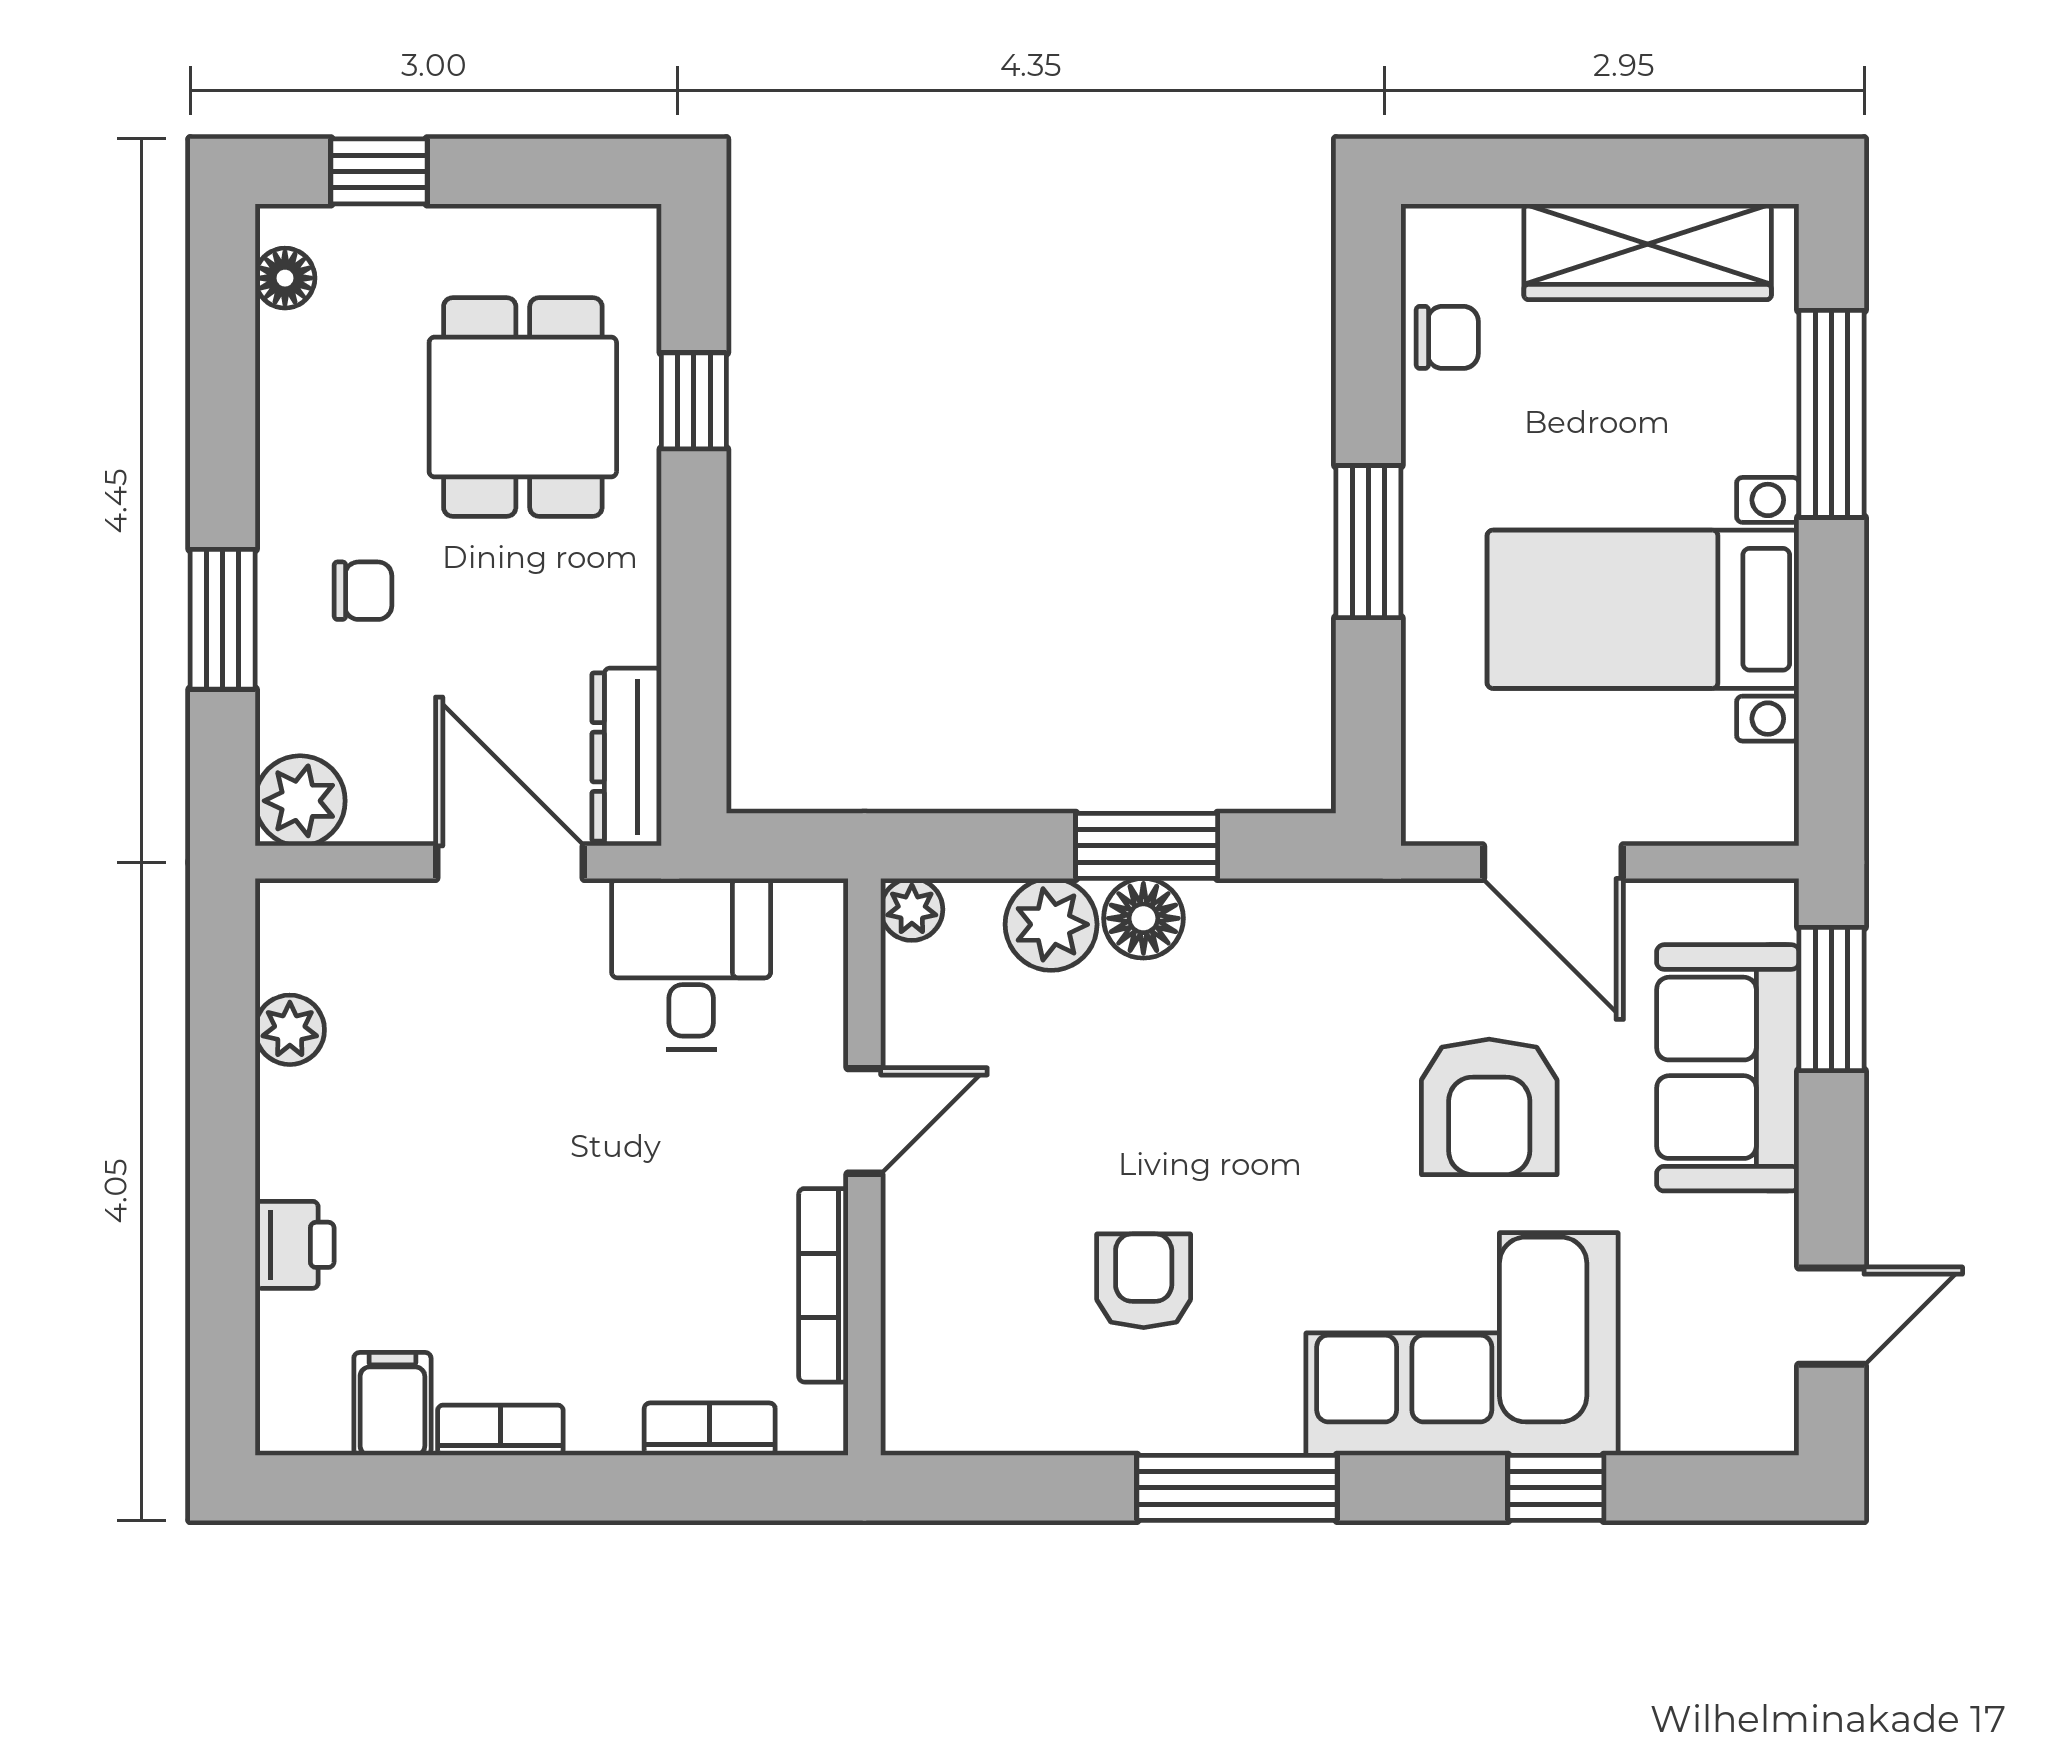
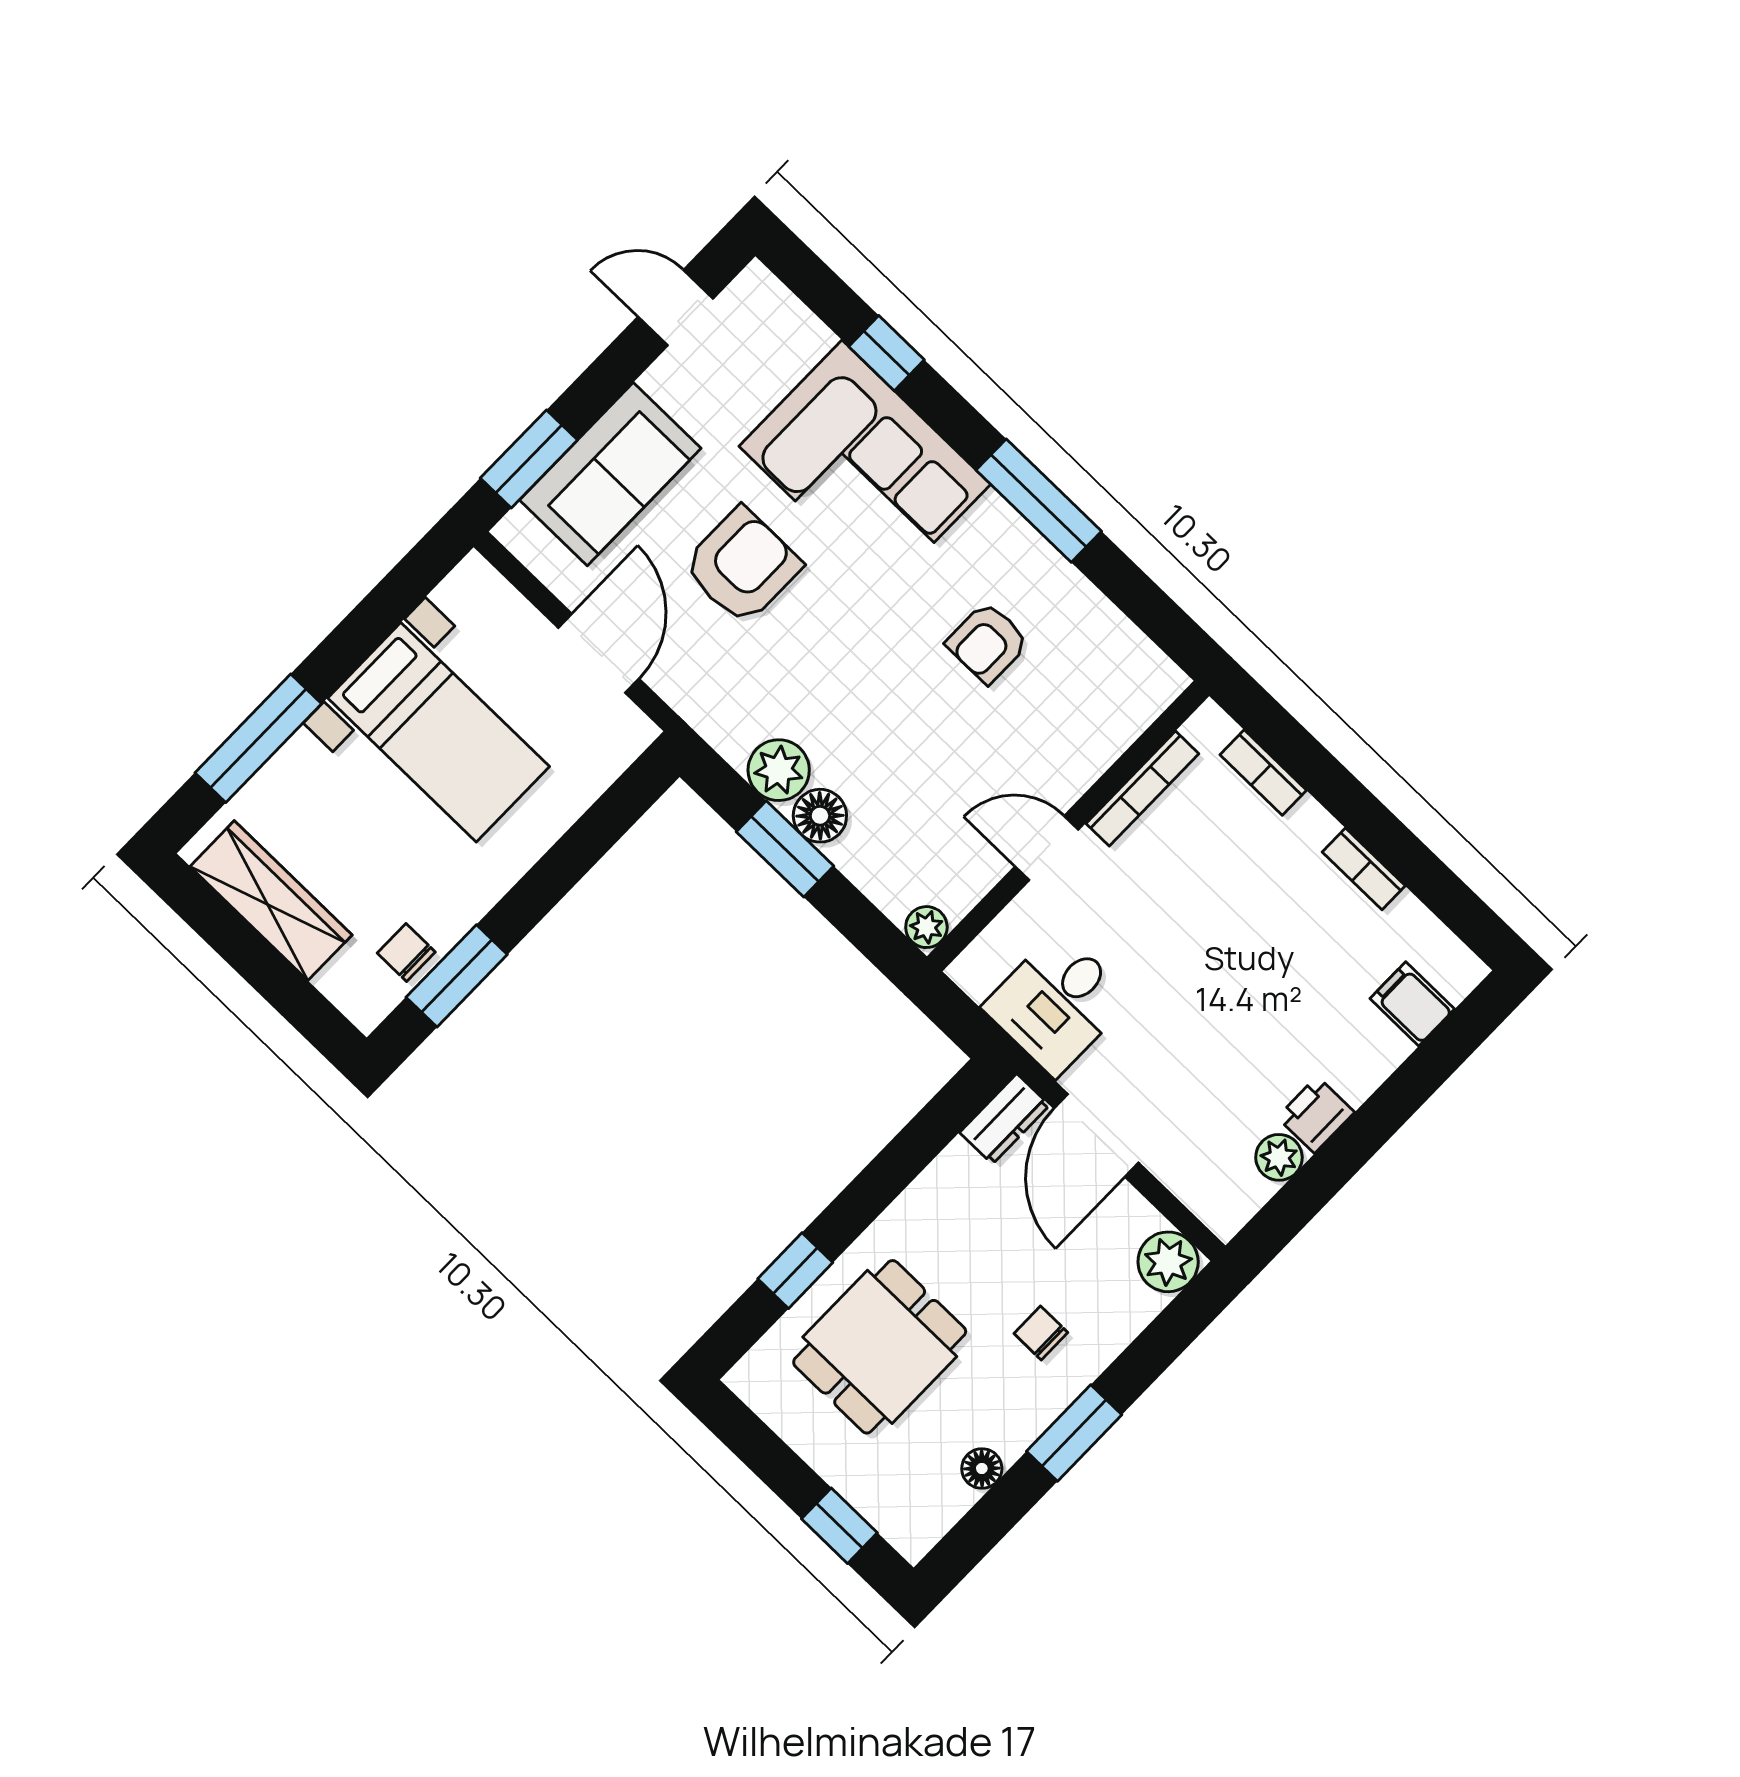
floor lamp: (285, 278) -> (982, 1468), moved
window: (1368, 542) -> (457, 976), moved
window: (223, 619) -> (1074, 1433), moved
dresser: (627, 757) -> (1005, 1119), width x0.70
plant: (1051, 924) -> (779, 770), moved
printer: (295, 1245) -> (1316, 1115), moved
filing cabinet: (392, 1404) -> (1412, 1004), moved, turned 90

